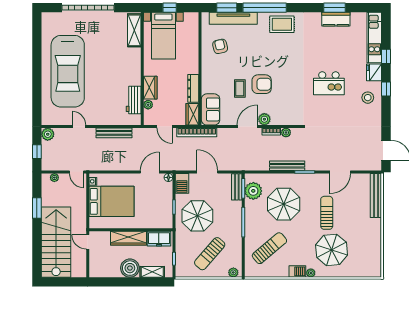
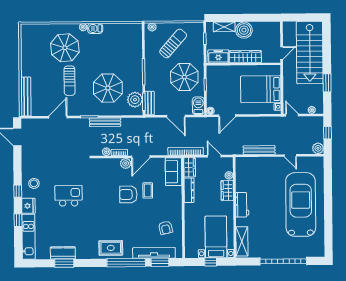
workbench: (134, 100) -> (242, 205), moved
door: (88, 242) -> (282, 53), hinge flipped
sun lounger: (269, 248) -> (120, 49), removed

